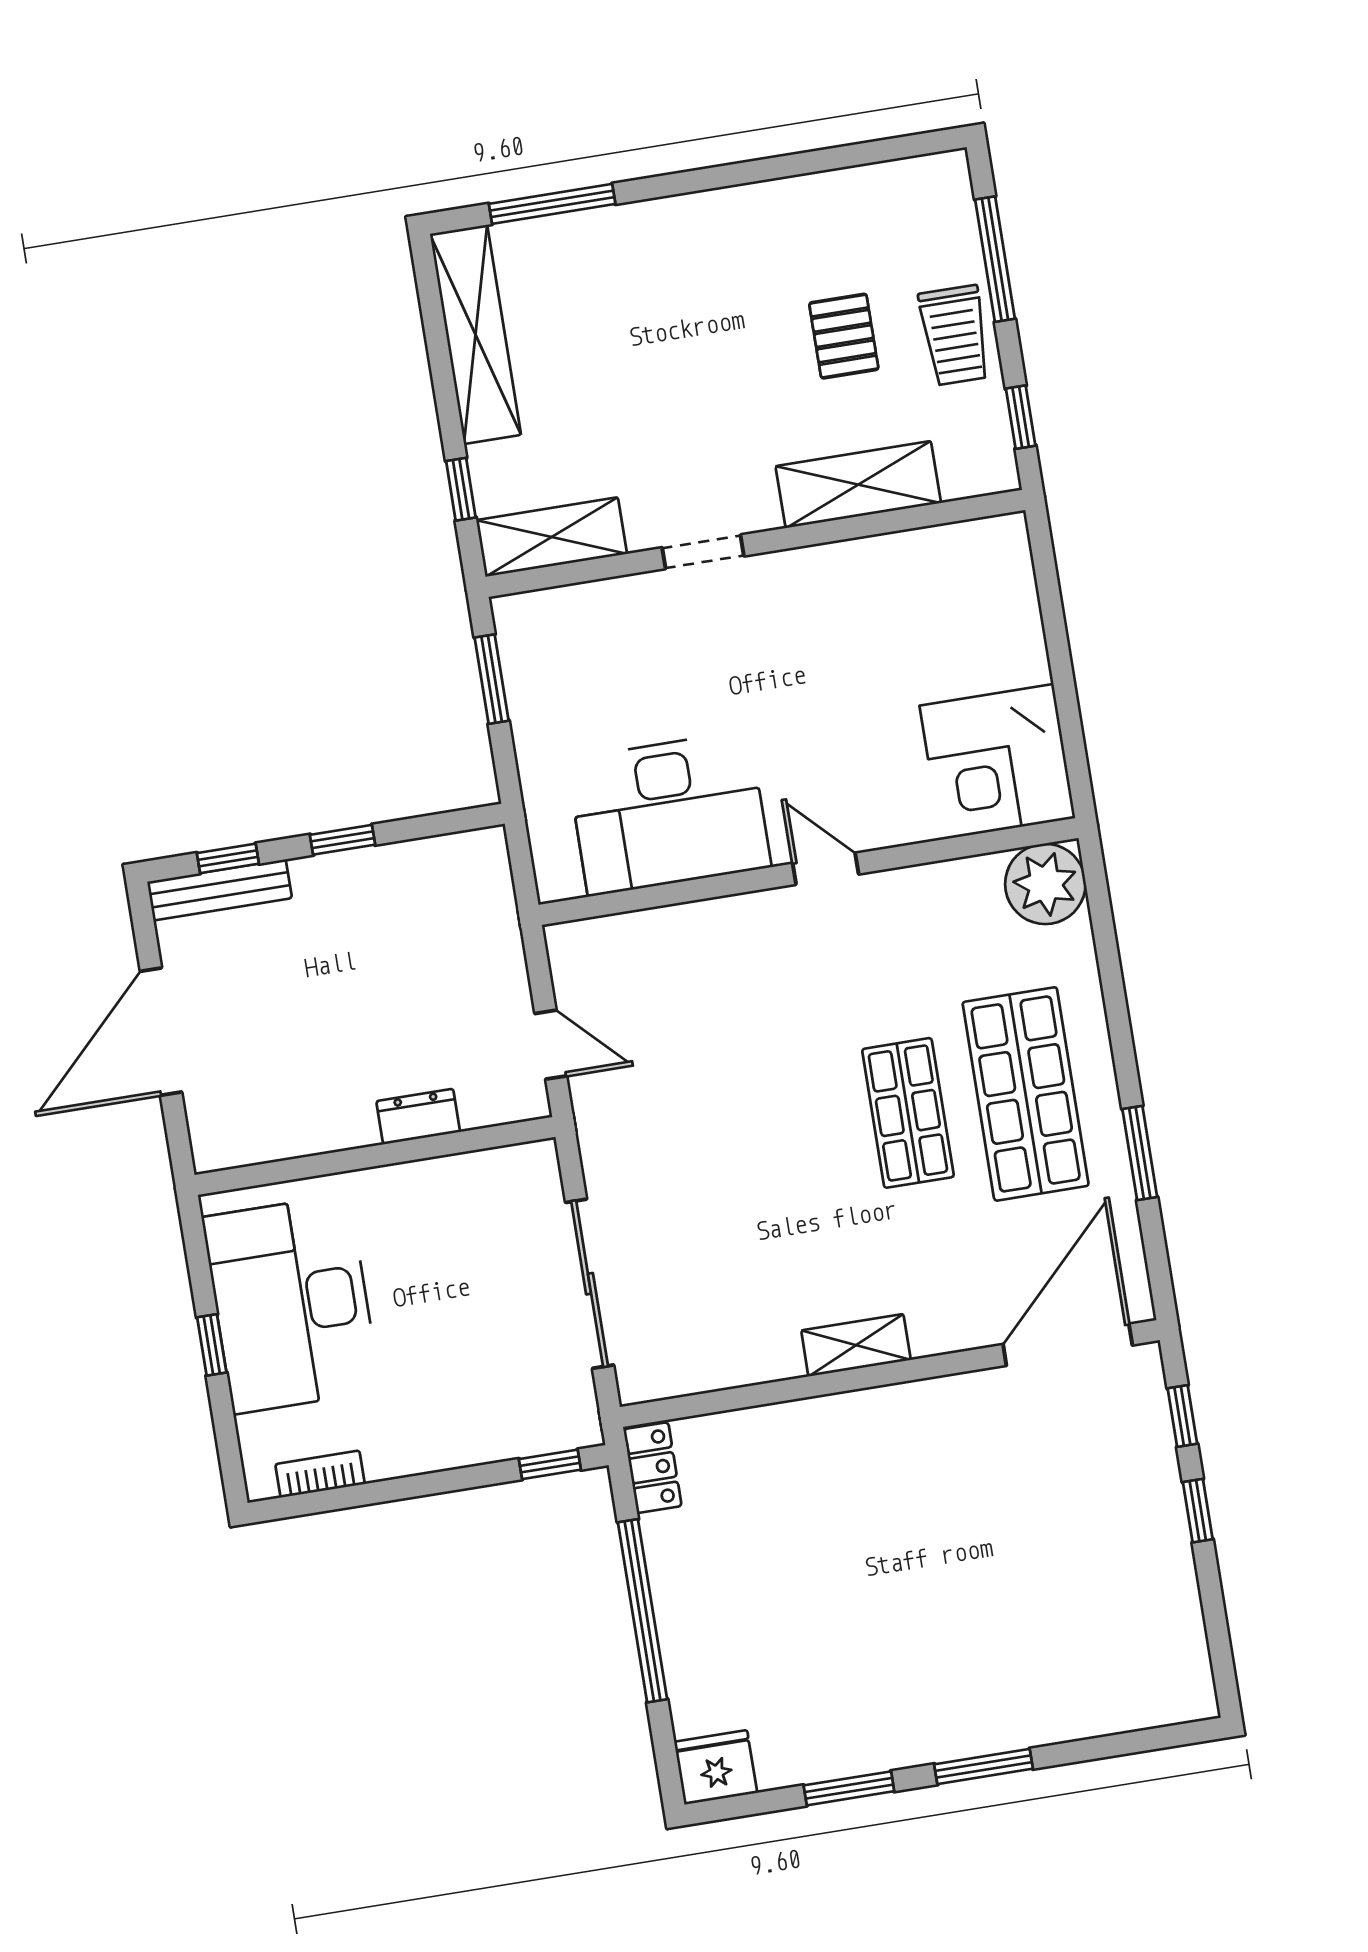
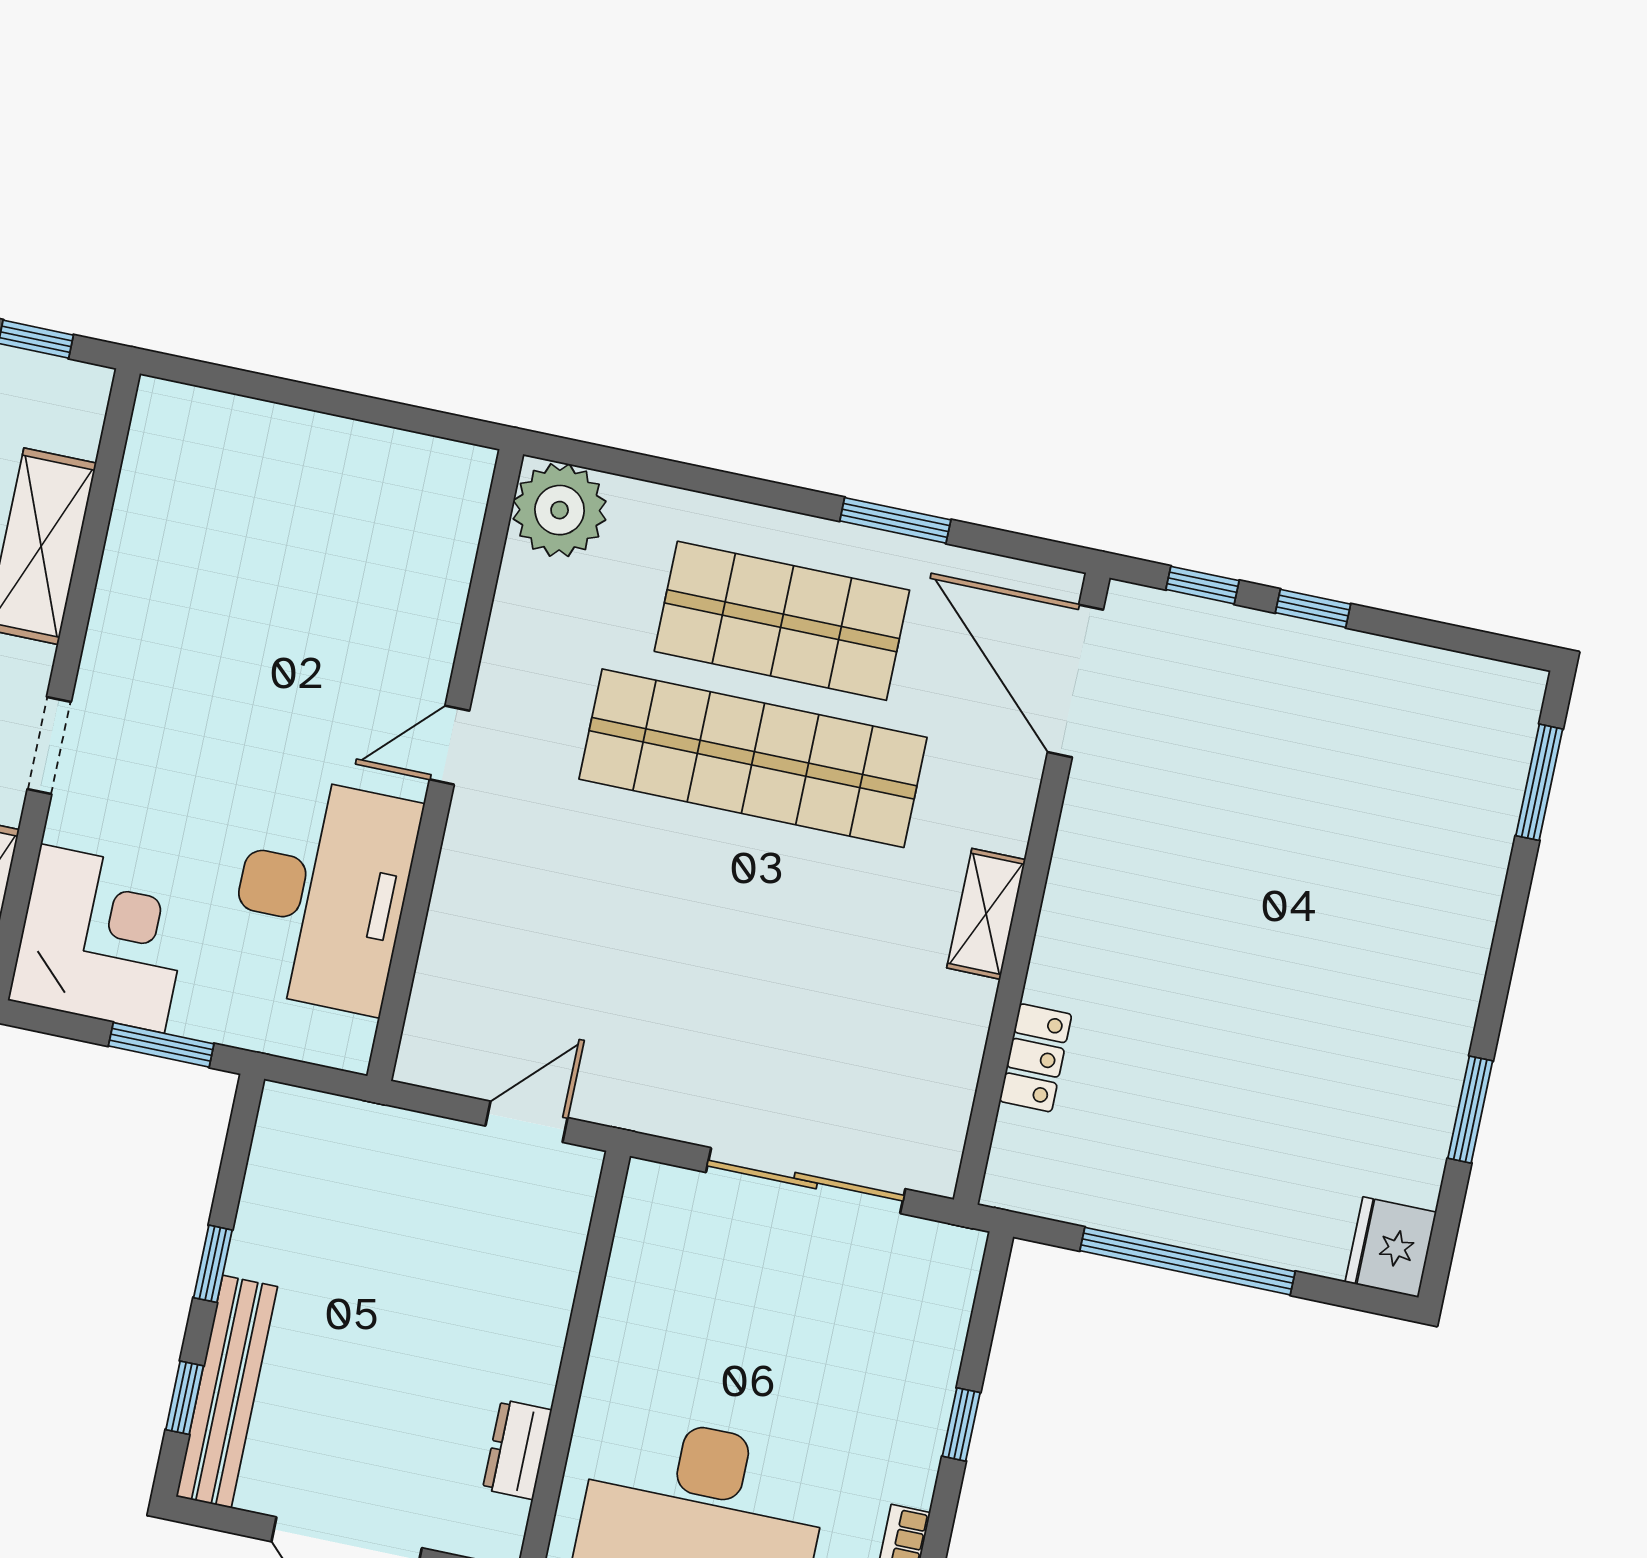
window: (492, 679) -> (161, 1045), moved
corner desk: (997, 762) -> (102, 939), moved, turned -90
bench: (219, 890) -> (227, 1392), width x1.37, depth x1.21
shop shelf: (908, 1113) -> (753, 758), width x2.00, depth x1.36
dresser: (418, 1117) -> (517, 1449), moved
window: (550, 1464) -> (961, 1424), moved
locker: (653, 1468) -> (1036, 1058), moved, turned 90
window: (984, 1767) -> (1539, 782), moved

